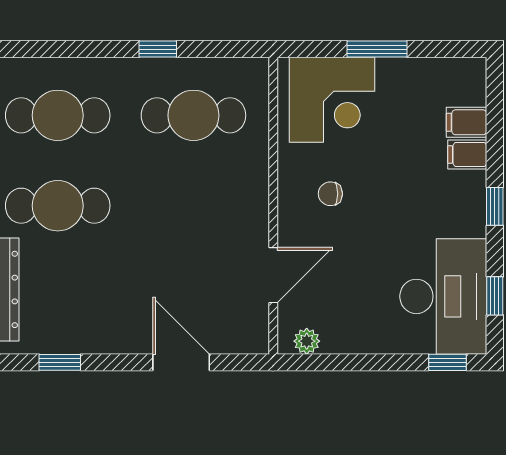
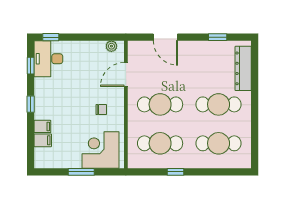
cafe table: (193, 206) -> (160, 104), added
desk: (443, 296) -> (48, 59), width x0.73, depth x0.77

